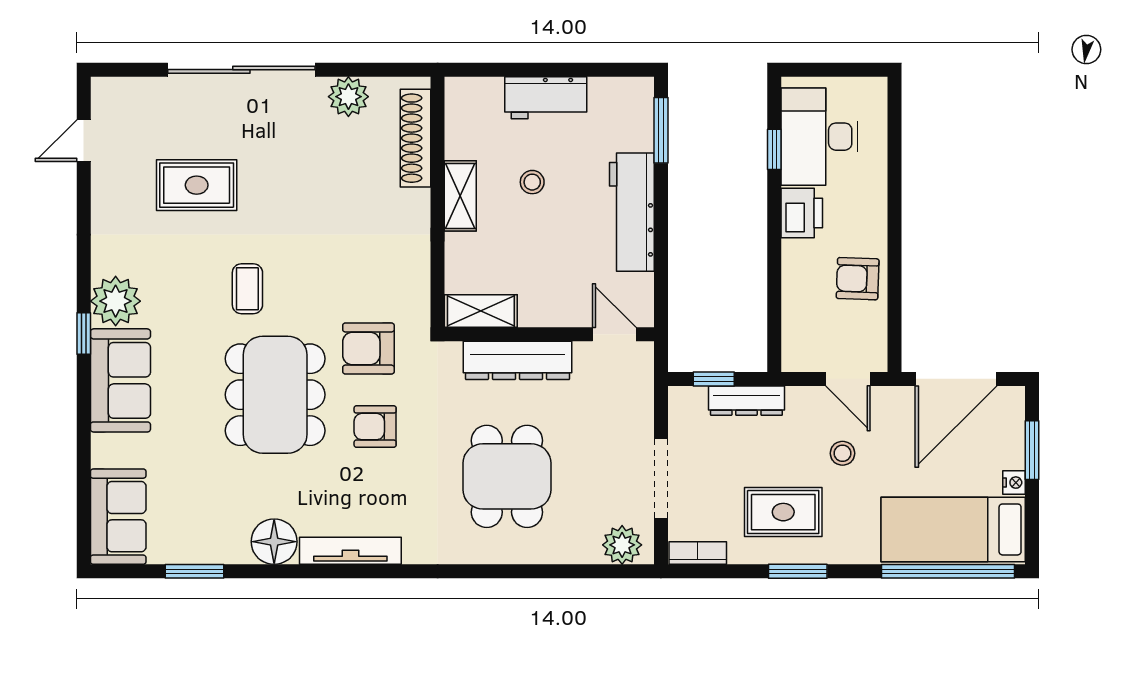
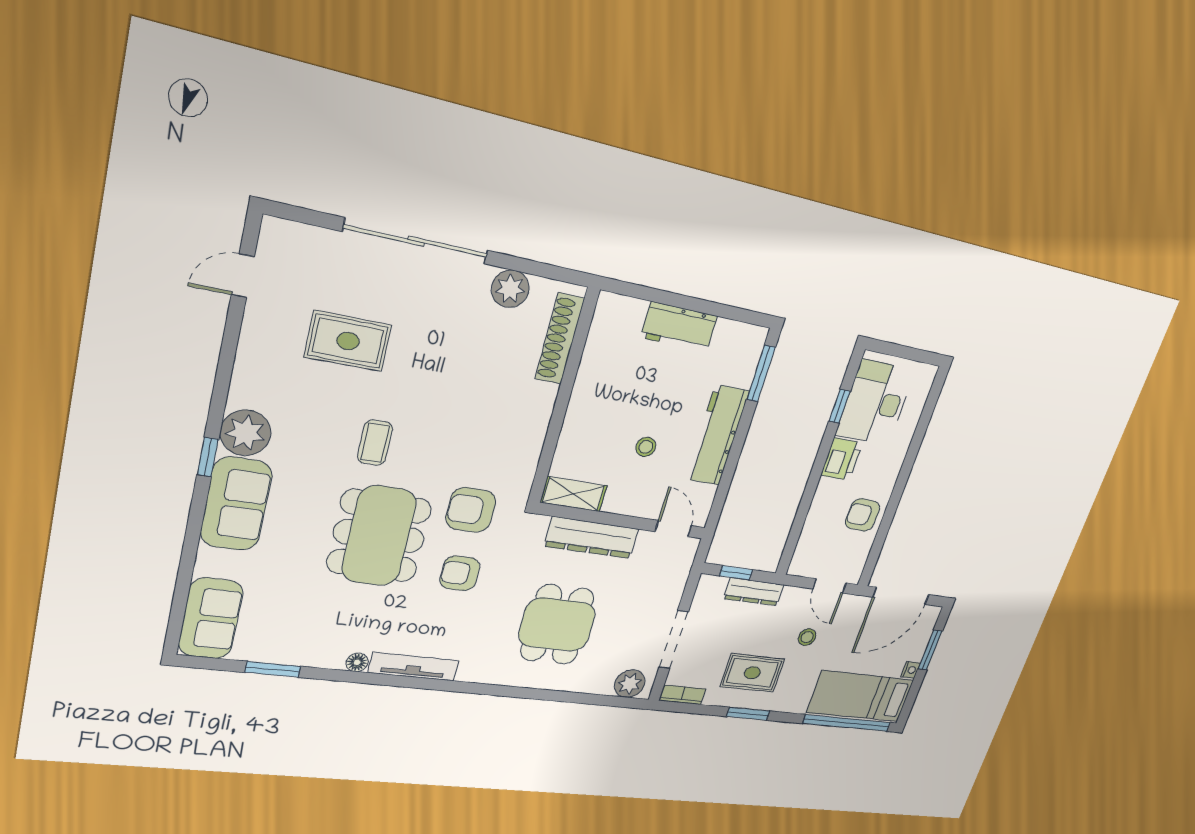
stool: (532, 182) -> (646, 447), moved
shelving: (460, 196) -> (584, 396), removed
floor lamp: (274, 542) -> (357, 662), width x0.53, depth x0.53

